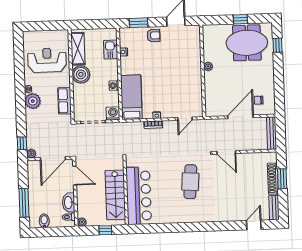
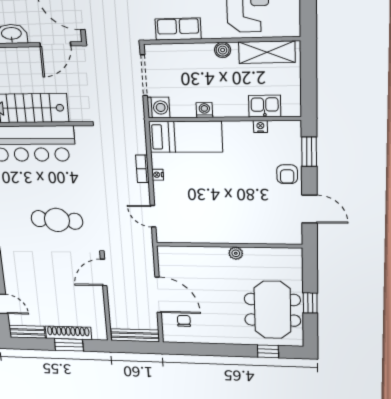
boiler: (81, 74) -> (223, 50), width x0.54, depth x0.54

